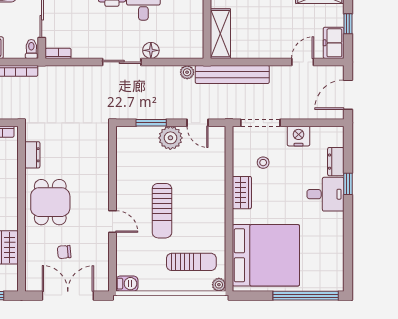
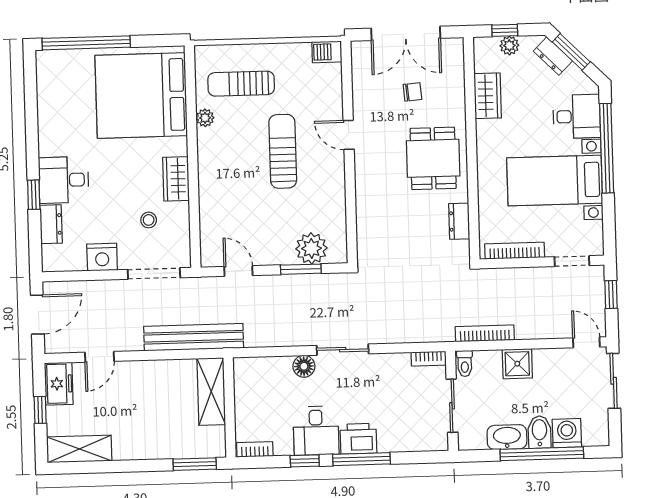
plant: (187, 72) -> (254, 338), removed
plant: (170, 138) -> (311, 248), moved
plant: (219, 285) -> (205, 118), moved

